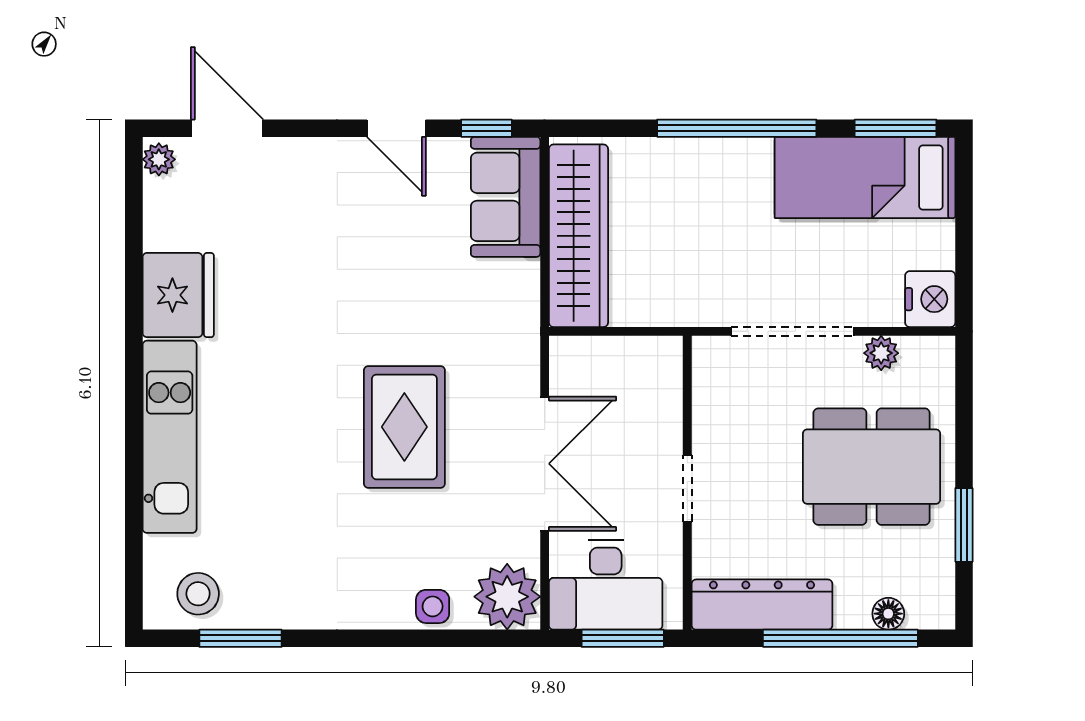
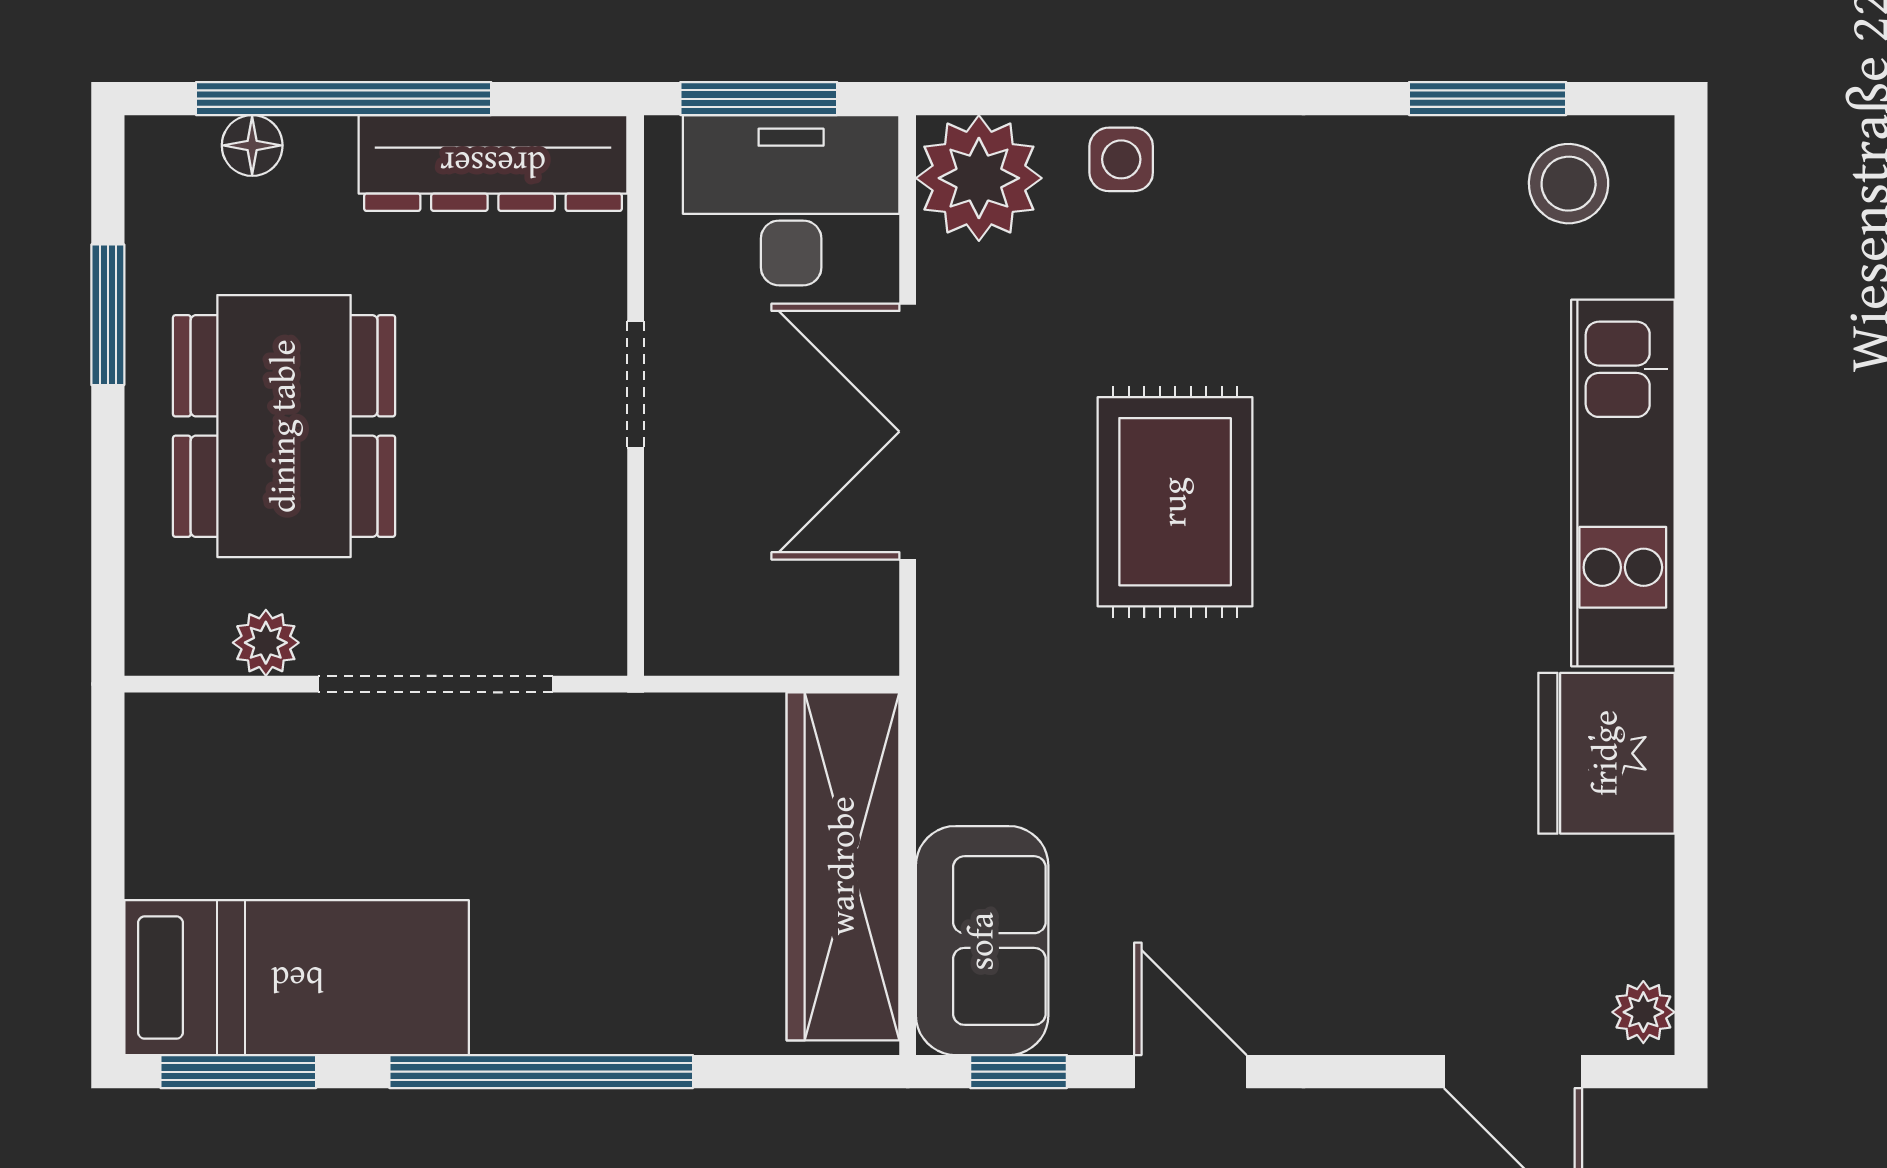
nightstand: (930, 299) -> (172, 746), removed
dining table: (872, 467) -> (284, 426), turned 90

